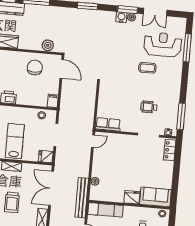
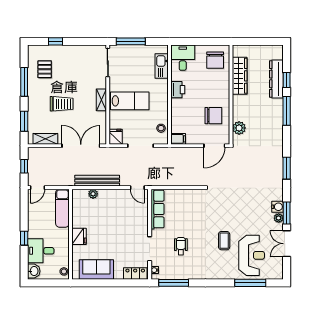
row of seats: (108, 124) -> (157, 209), width x1.48
sofa: (156, 197) -> (96, 270), moved, turned -90
bench: (82, 198) -> (97, 181), moved
trolley: (12, 202) -> (62, 104), turned 180

